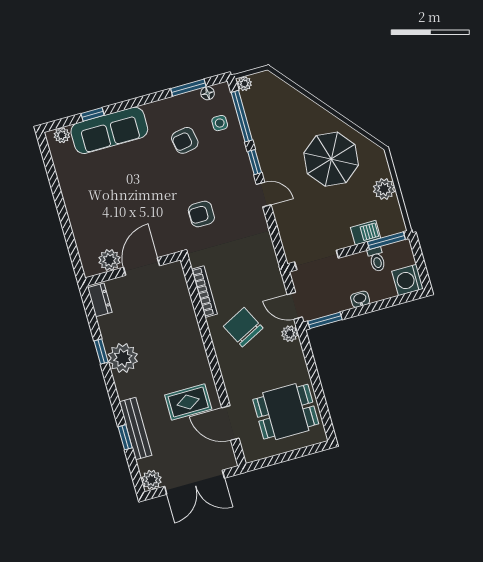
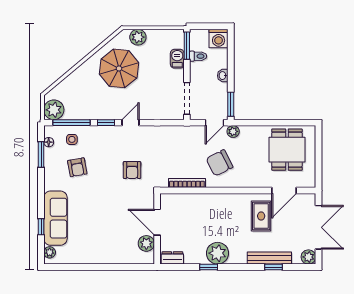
plant: (244, 84) -> (54, 110), width x1.87, depth x1.87
plant: (384, 189) -> (138, 37), moved

